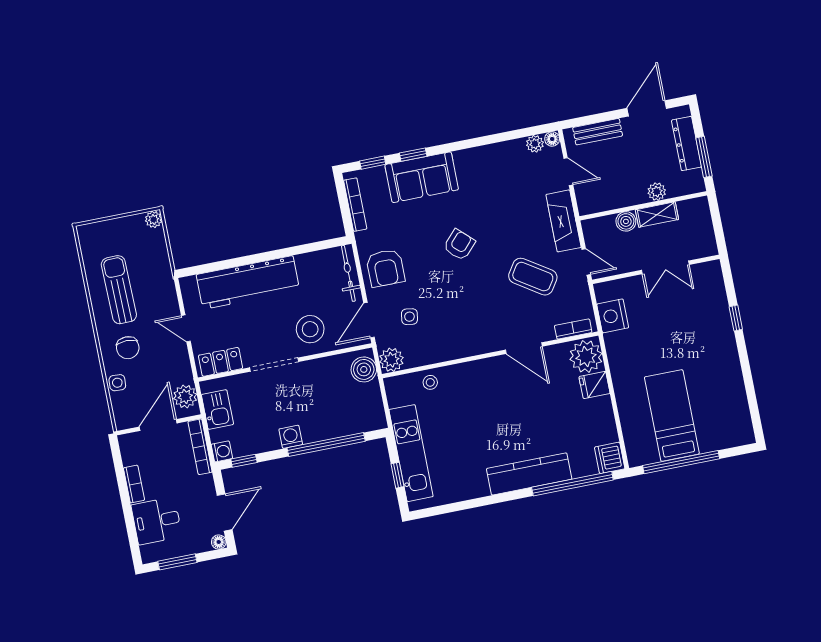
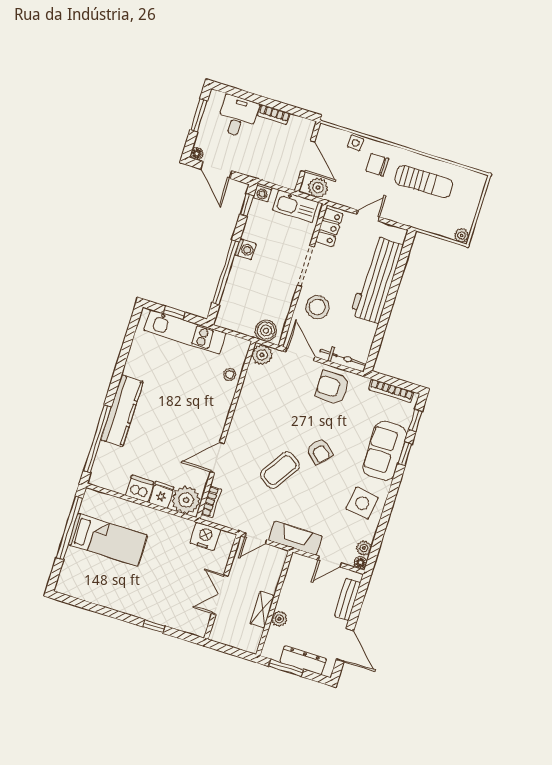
boiler: (626, 221) -> (270, 584), removed
coffee table: (533, 277) -> (280, 470), moved
side table: (409, 317) -> (362, 503), moved, width x1.87, depth x1.87
kitchen sink: (217, 410) -> (295, 206), width x1.38
bookcase: (200, 447) -> (275, 178), removed
dishwasher: (610, 458) -> (140, 489), moved

